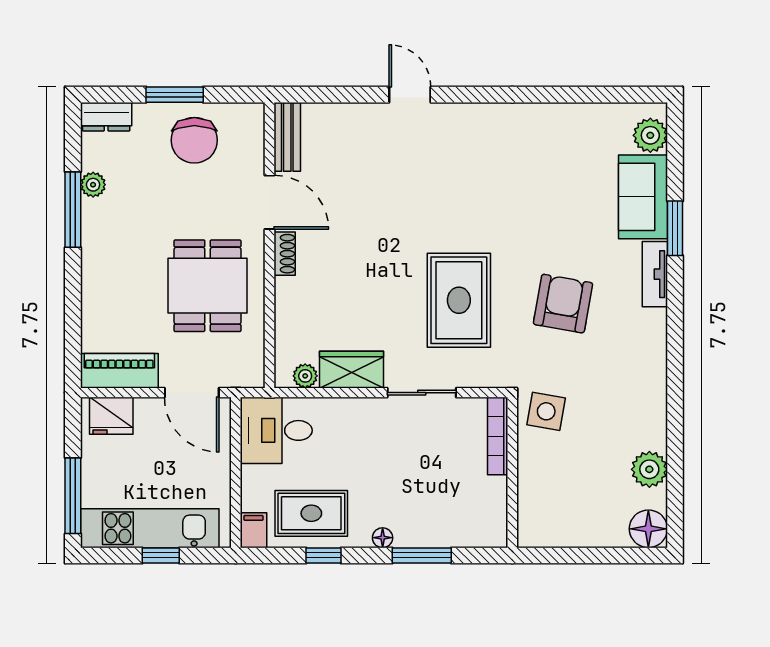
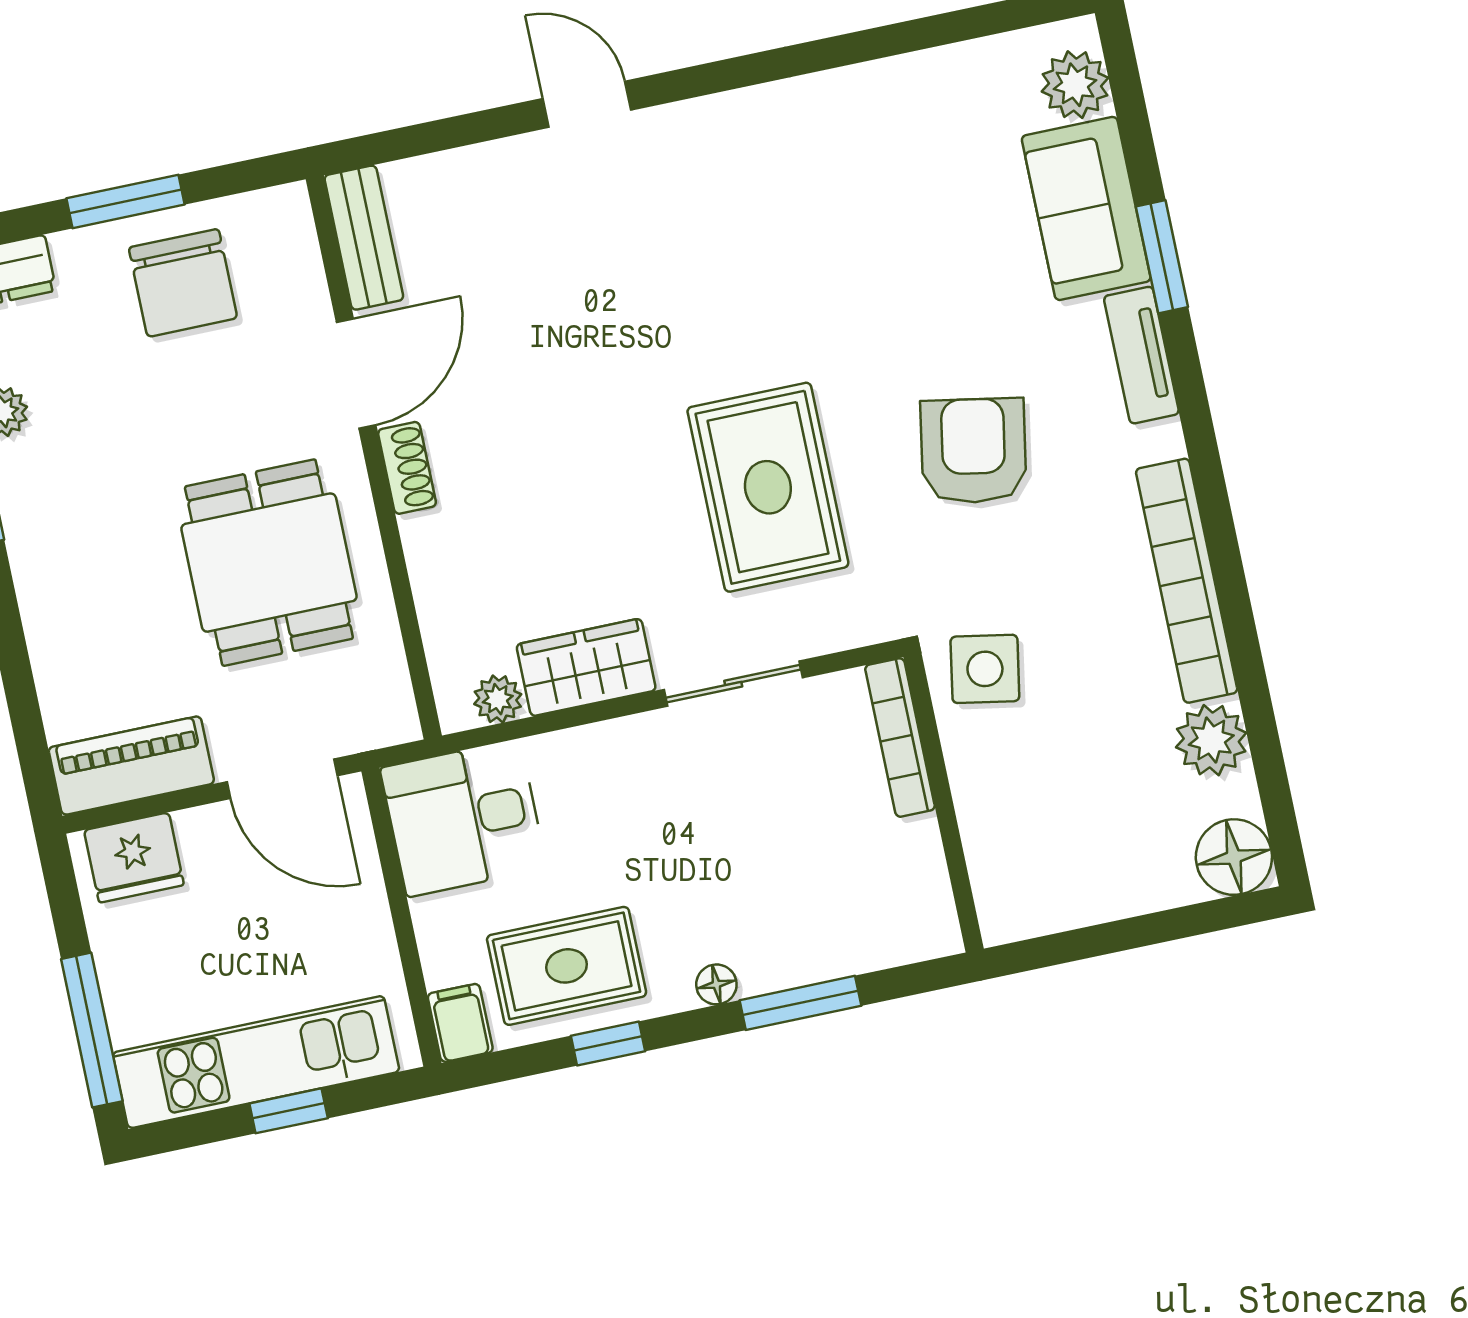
door: (269, 202) -> (356, 373), hinge flipped
bookcase: (654, 389) -> (1187, 581), added

